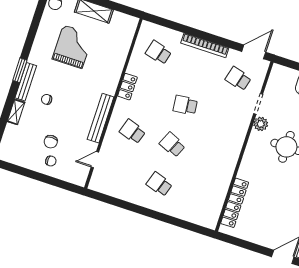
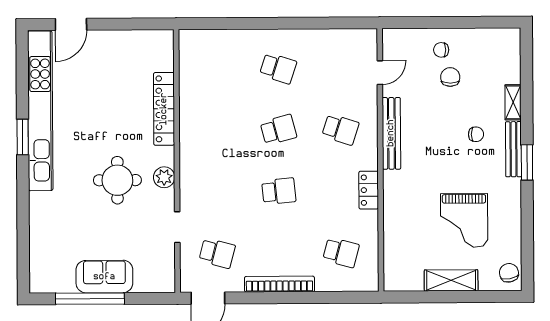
plant: (261, 124) -> (164, 177), moved
school desk: (172, 145) -> (278, 130), turned -39
locker: (235, 203) -> (164, 109), moved

